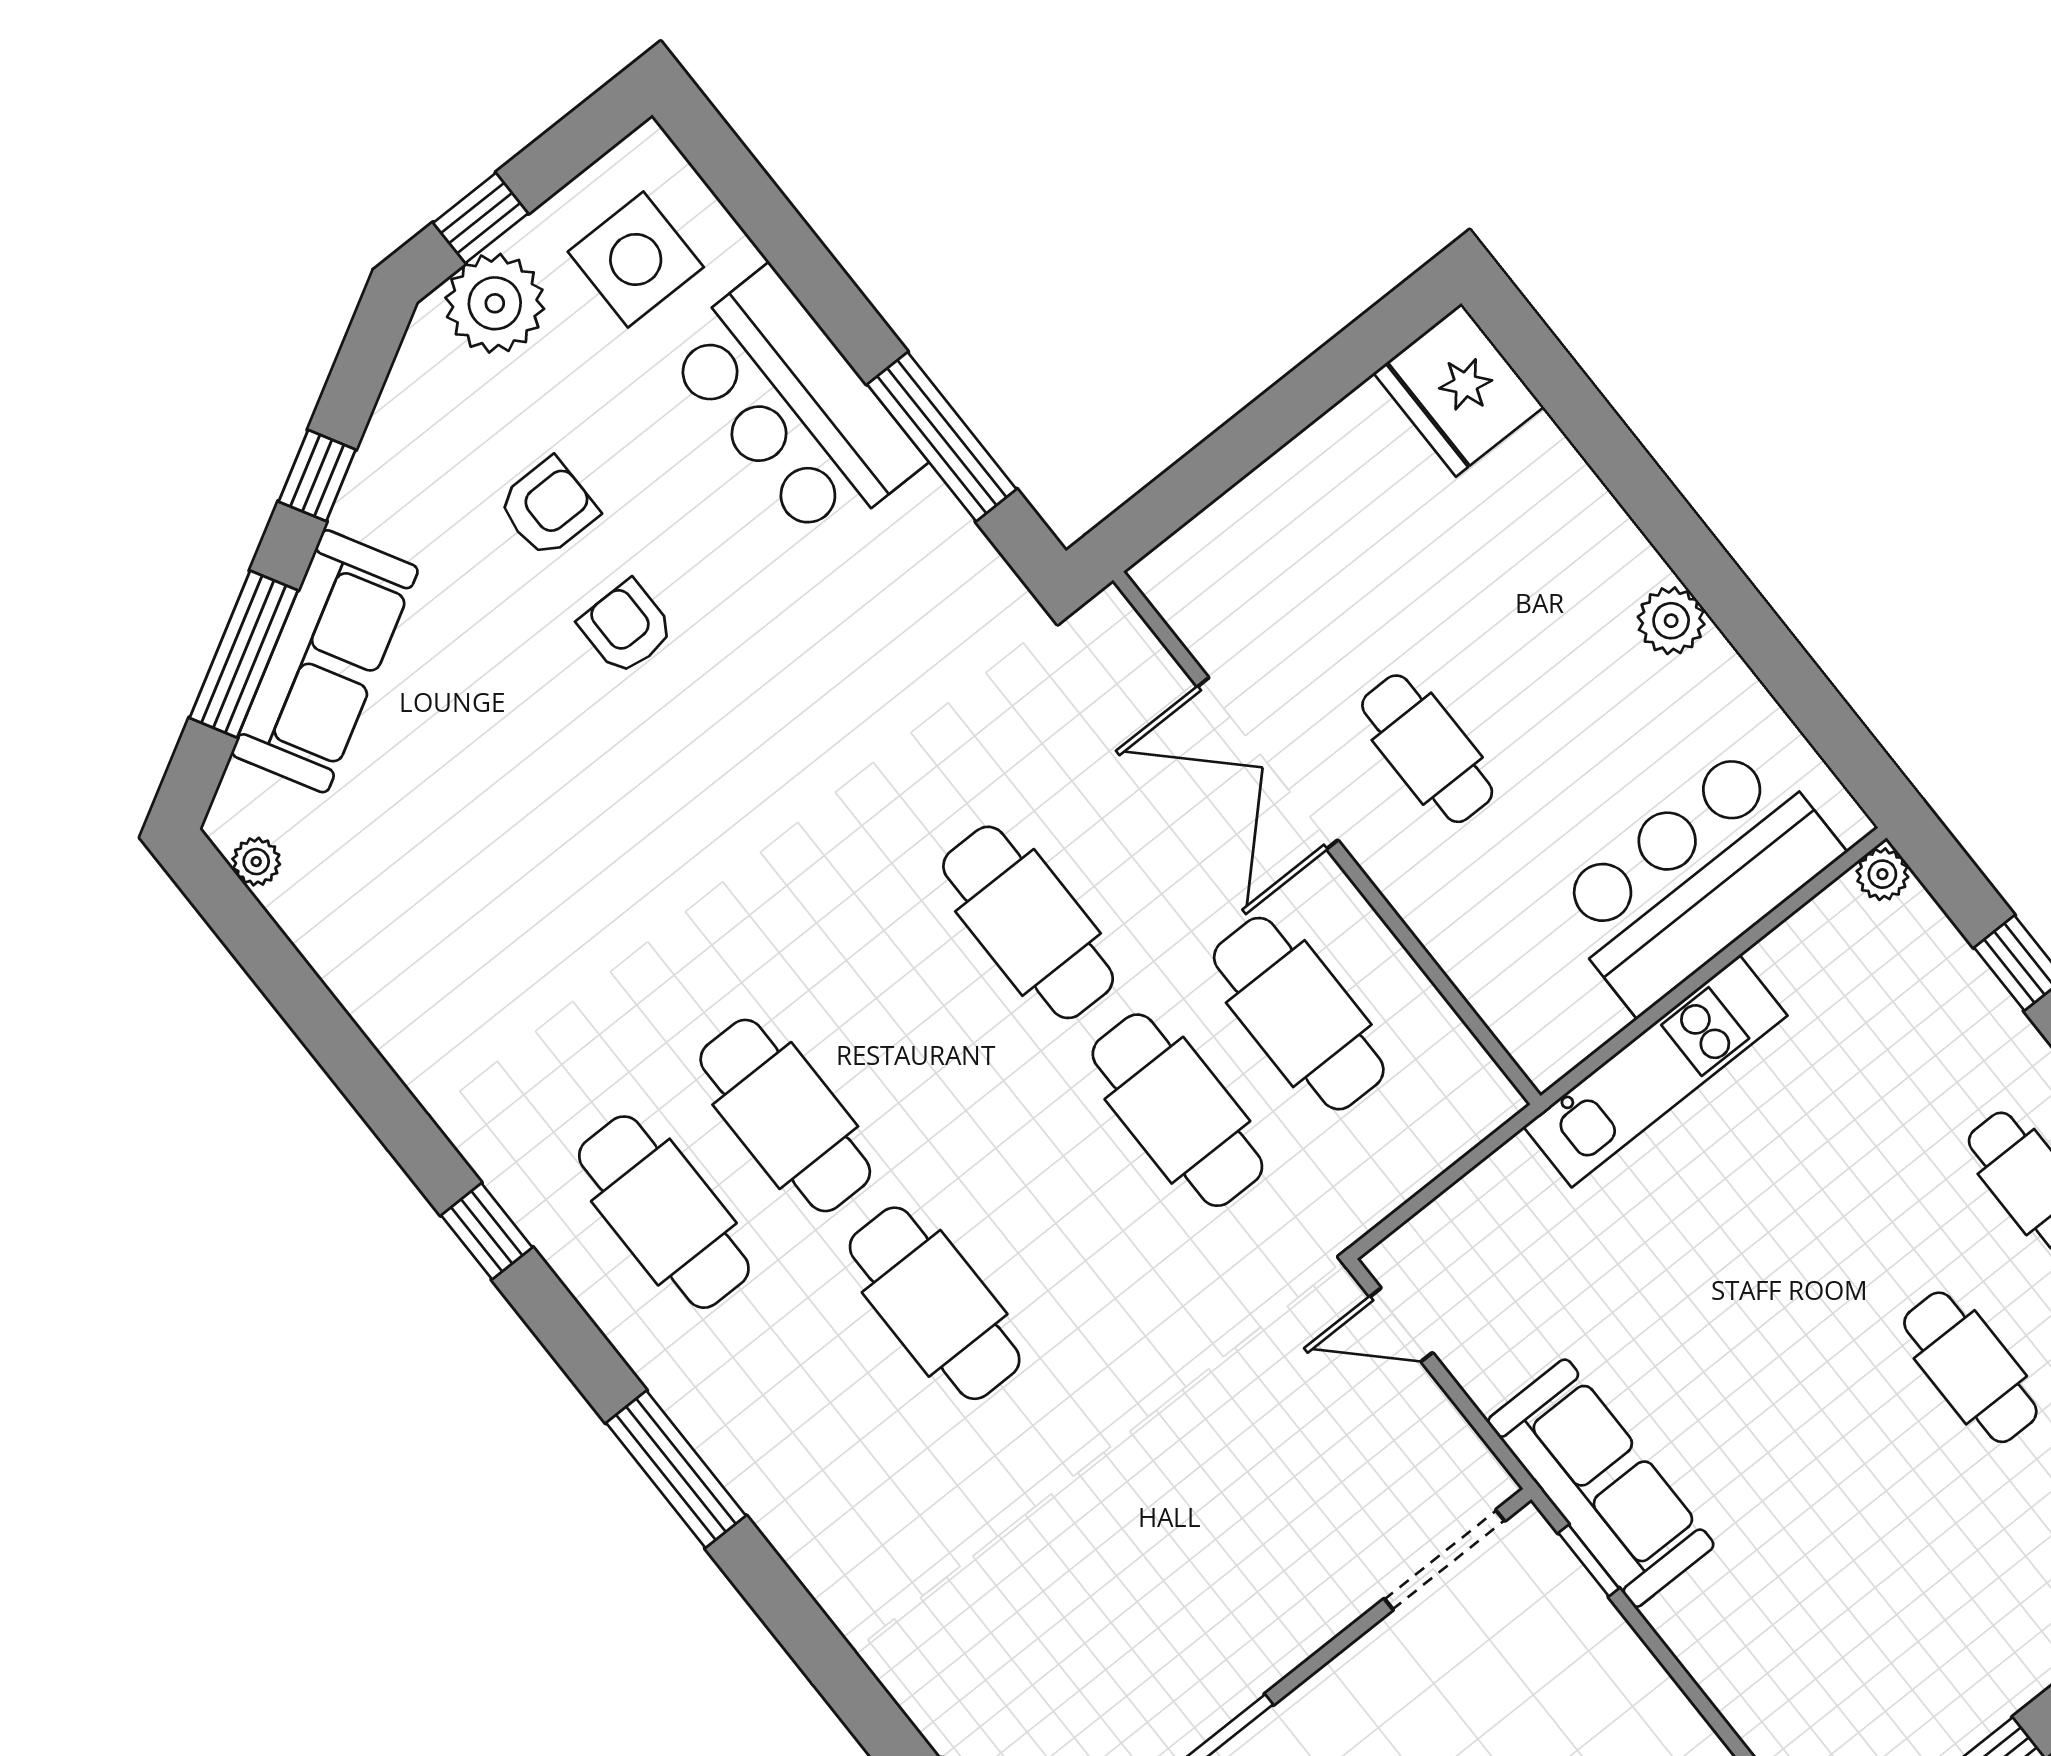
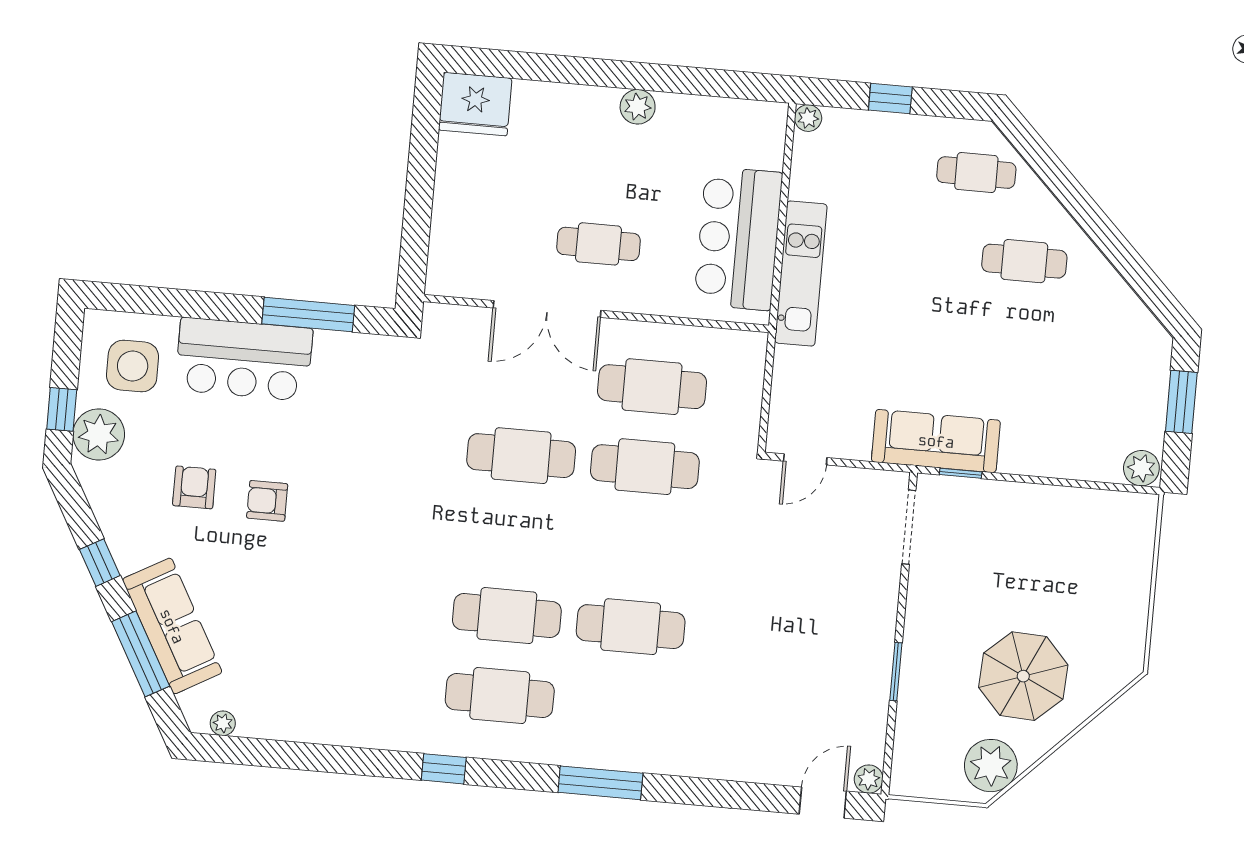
bar counter: (1696, 877) -> (738, 238), moved

